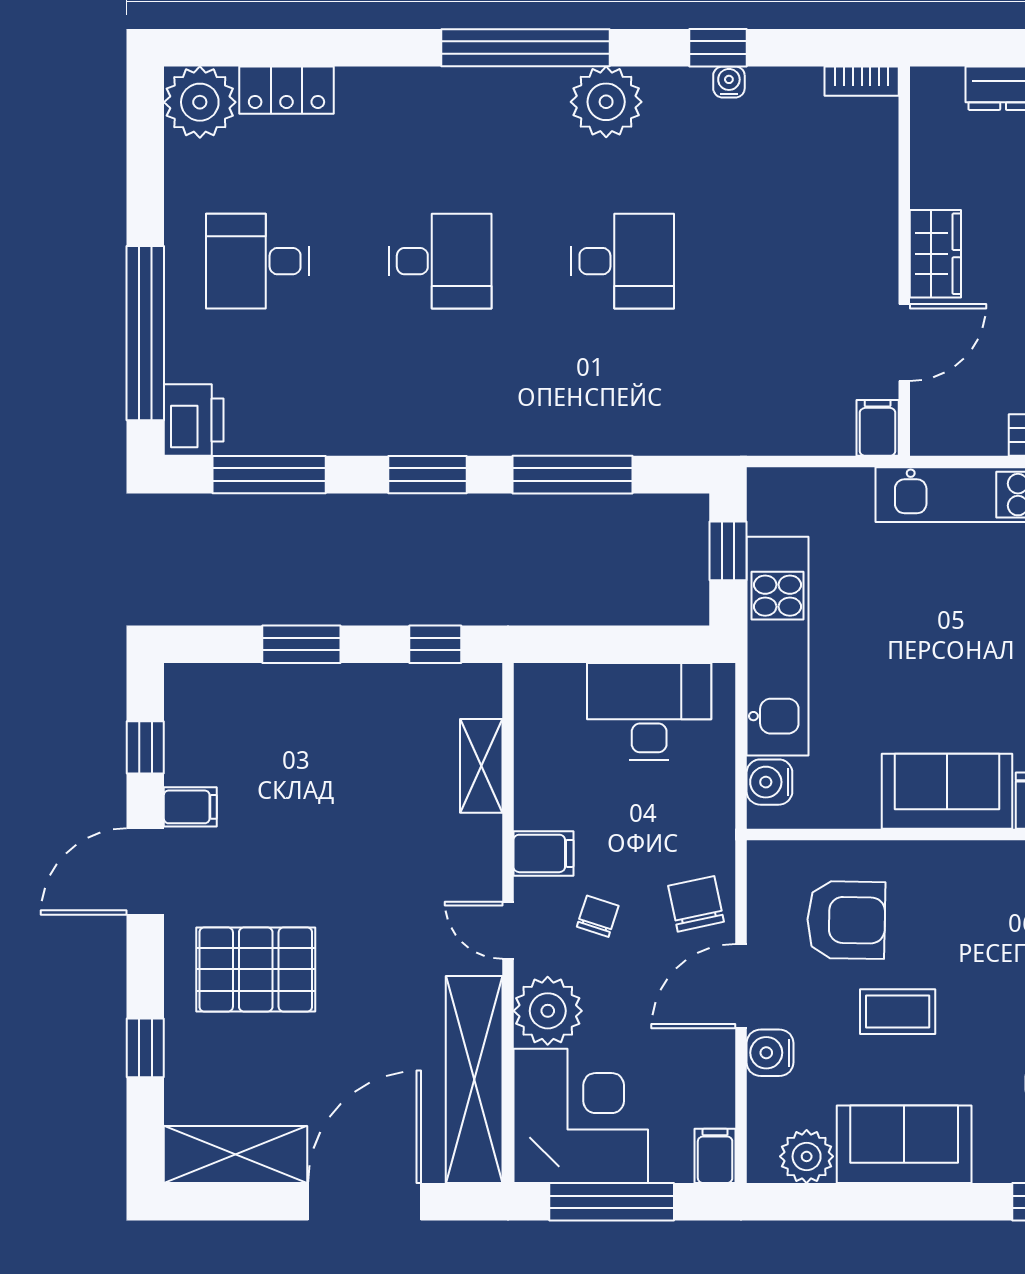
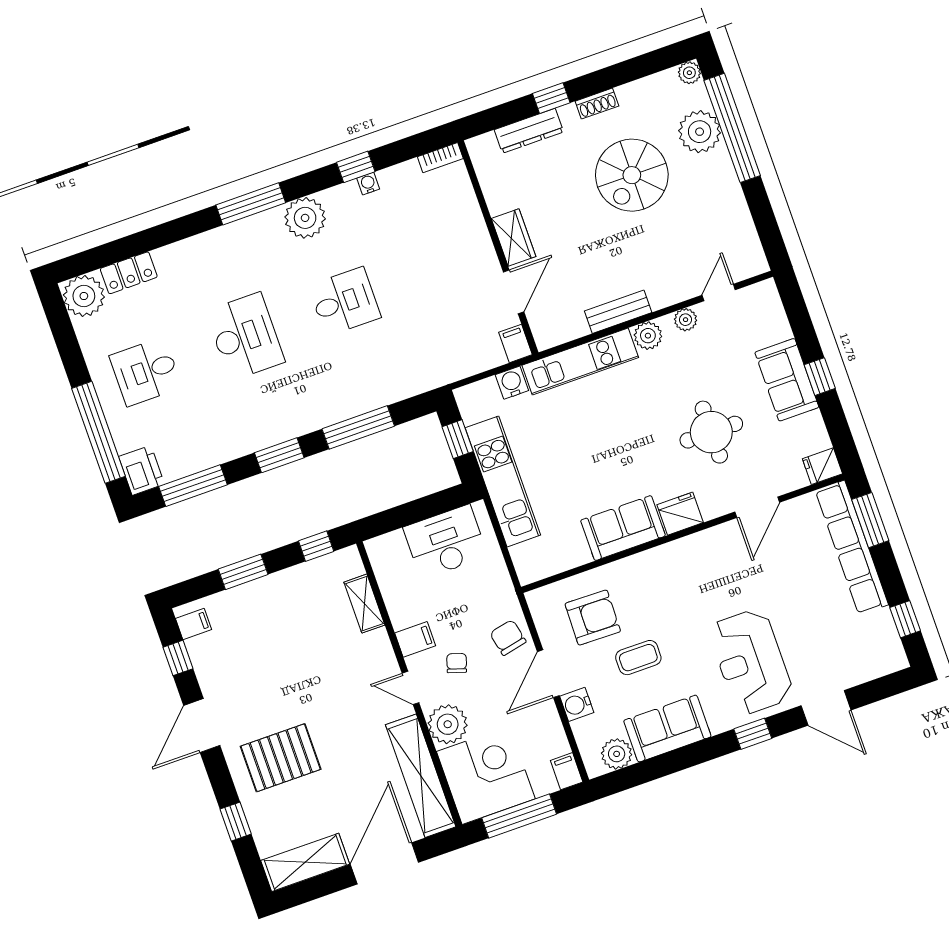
window: (525, 48) -> (251, 204), width x0.68
desk: (440, 261) -> (245, 337), width x1.37
water cooler: (769, 782) -> (512, 383), moved, turned 90
filing cabinet: (190, 807) -> (194, 624), moved

